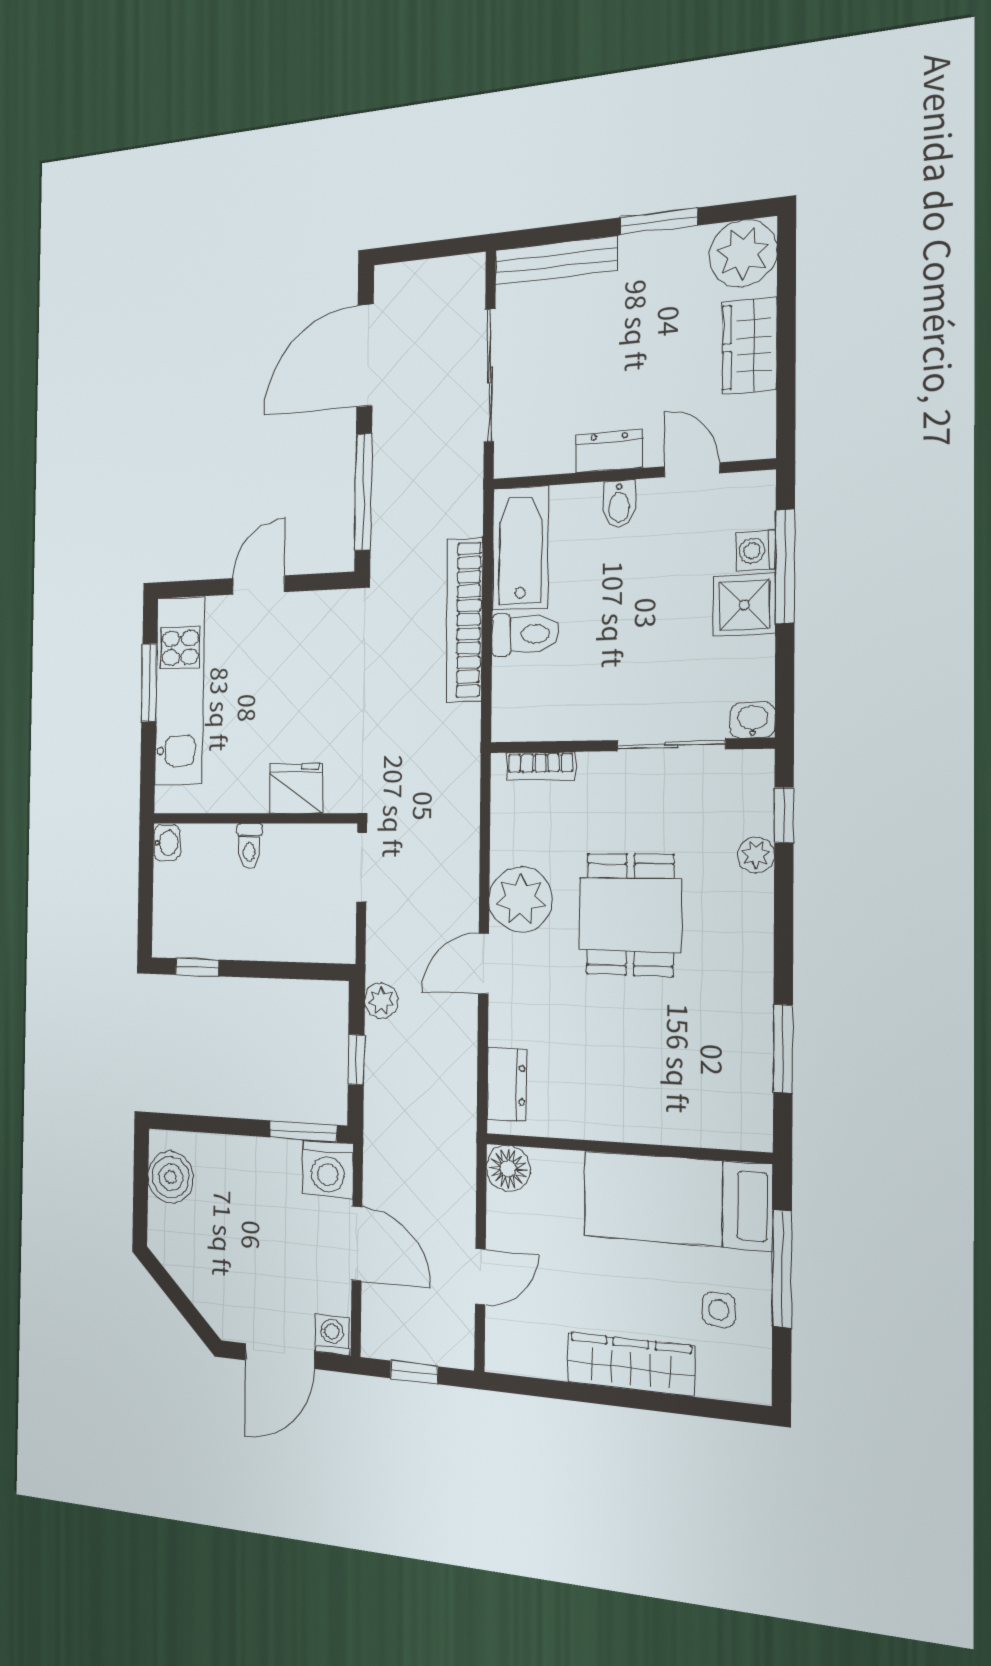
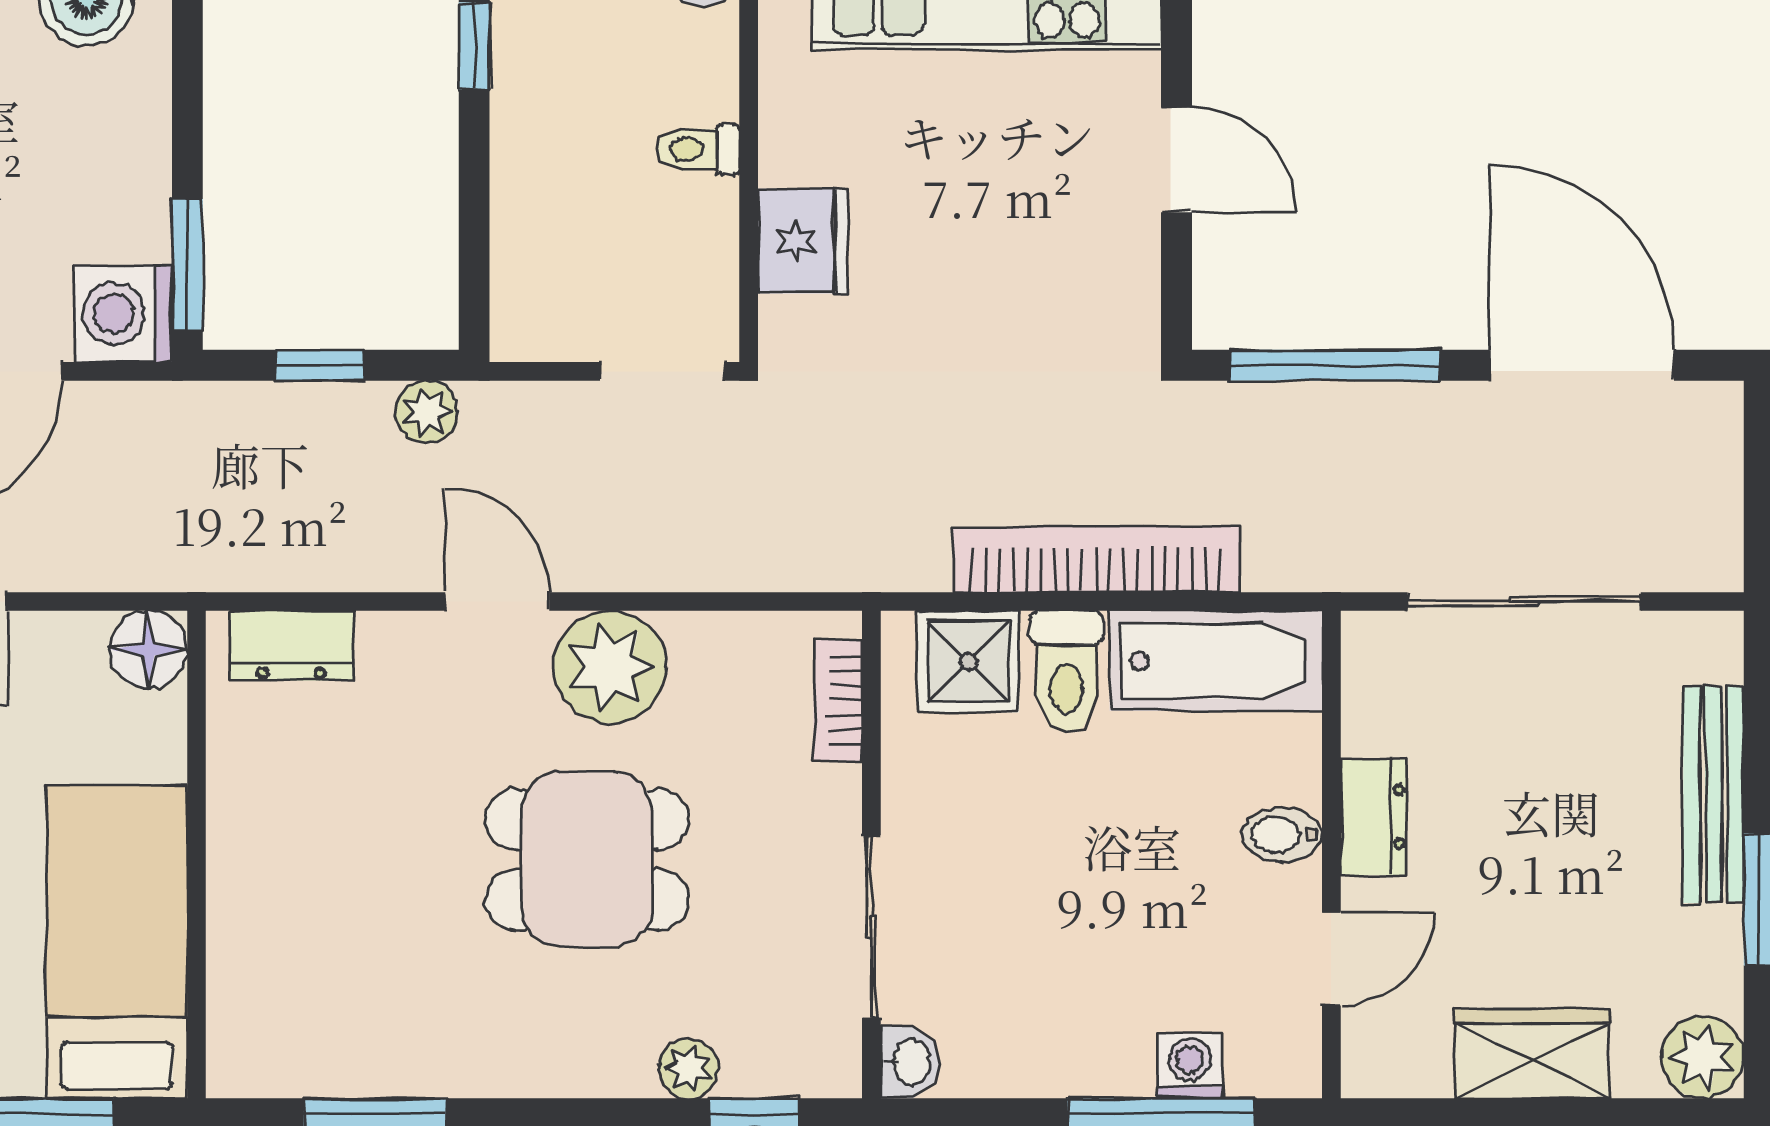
plant: (743, 253) -> (1703, 1057), width x0.73, depth x0.73
bench: (555, 260) -> (1714, 795), moved
shower: (744, 605) -> (968, 661), moved

